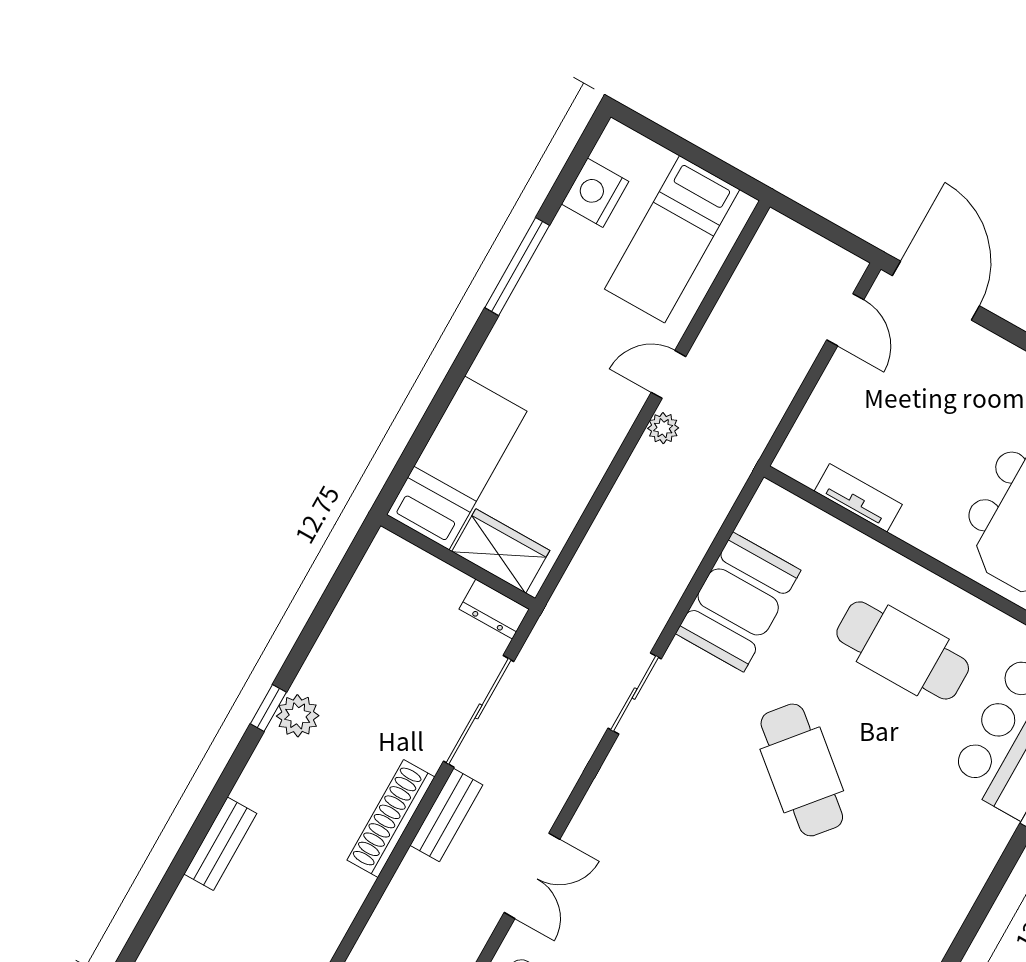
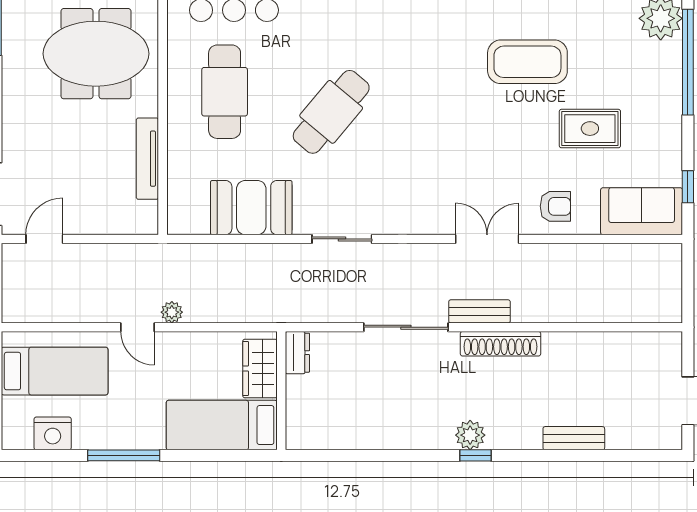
bed: (457, 463) -> (222, 425), moved
tv unit: (858, 498) -> (147, 159), width x1.41
wardrobe: (501, 551) -> (260, 368), moved
wall: (458, 562) -> (281, 391), moved
dresser: (494, 609) -> (297, 353), moved

